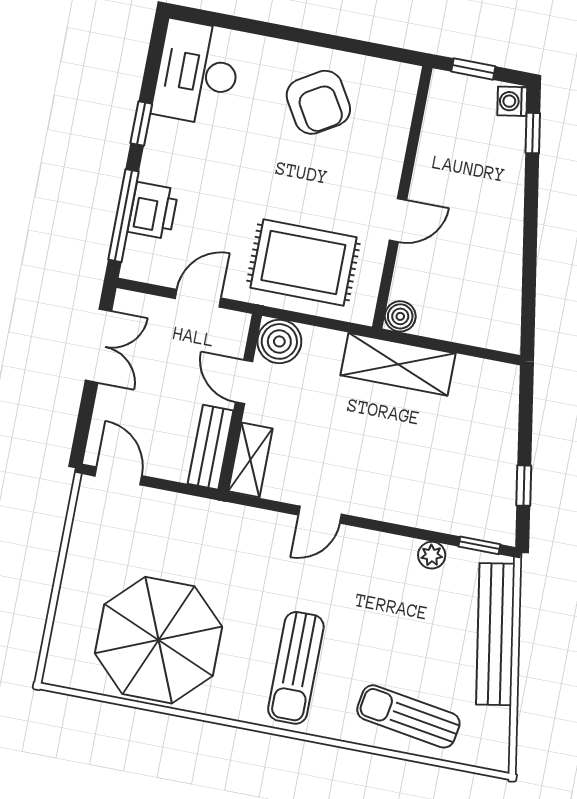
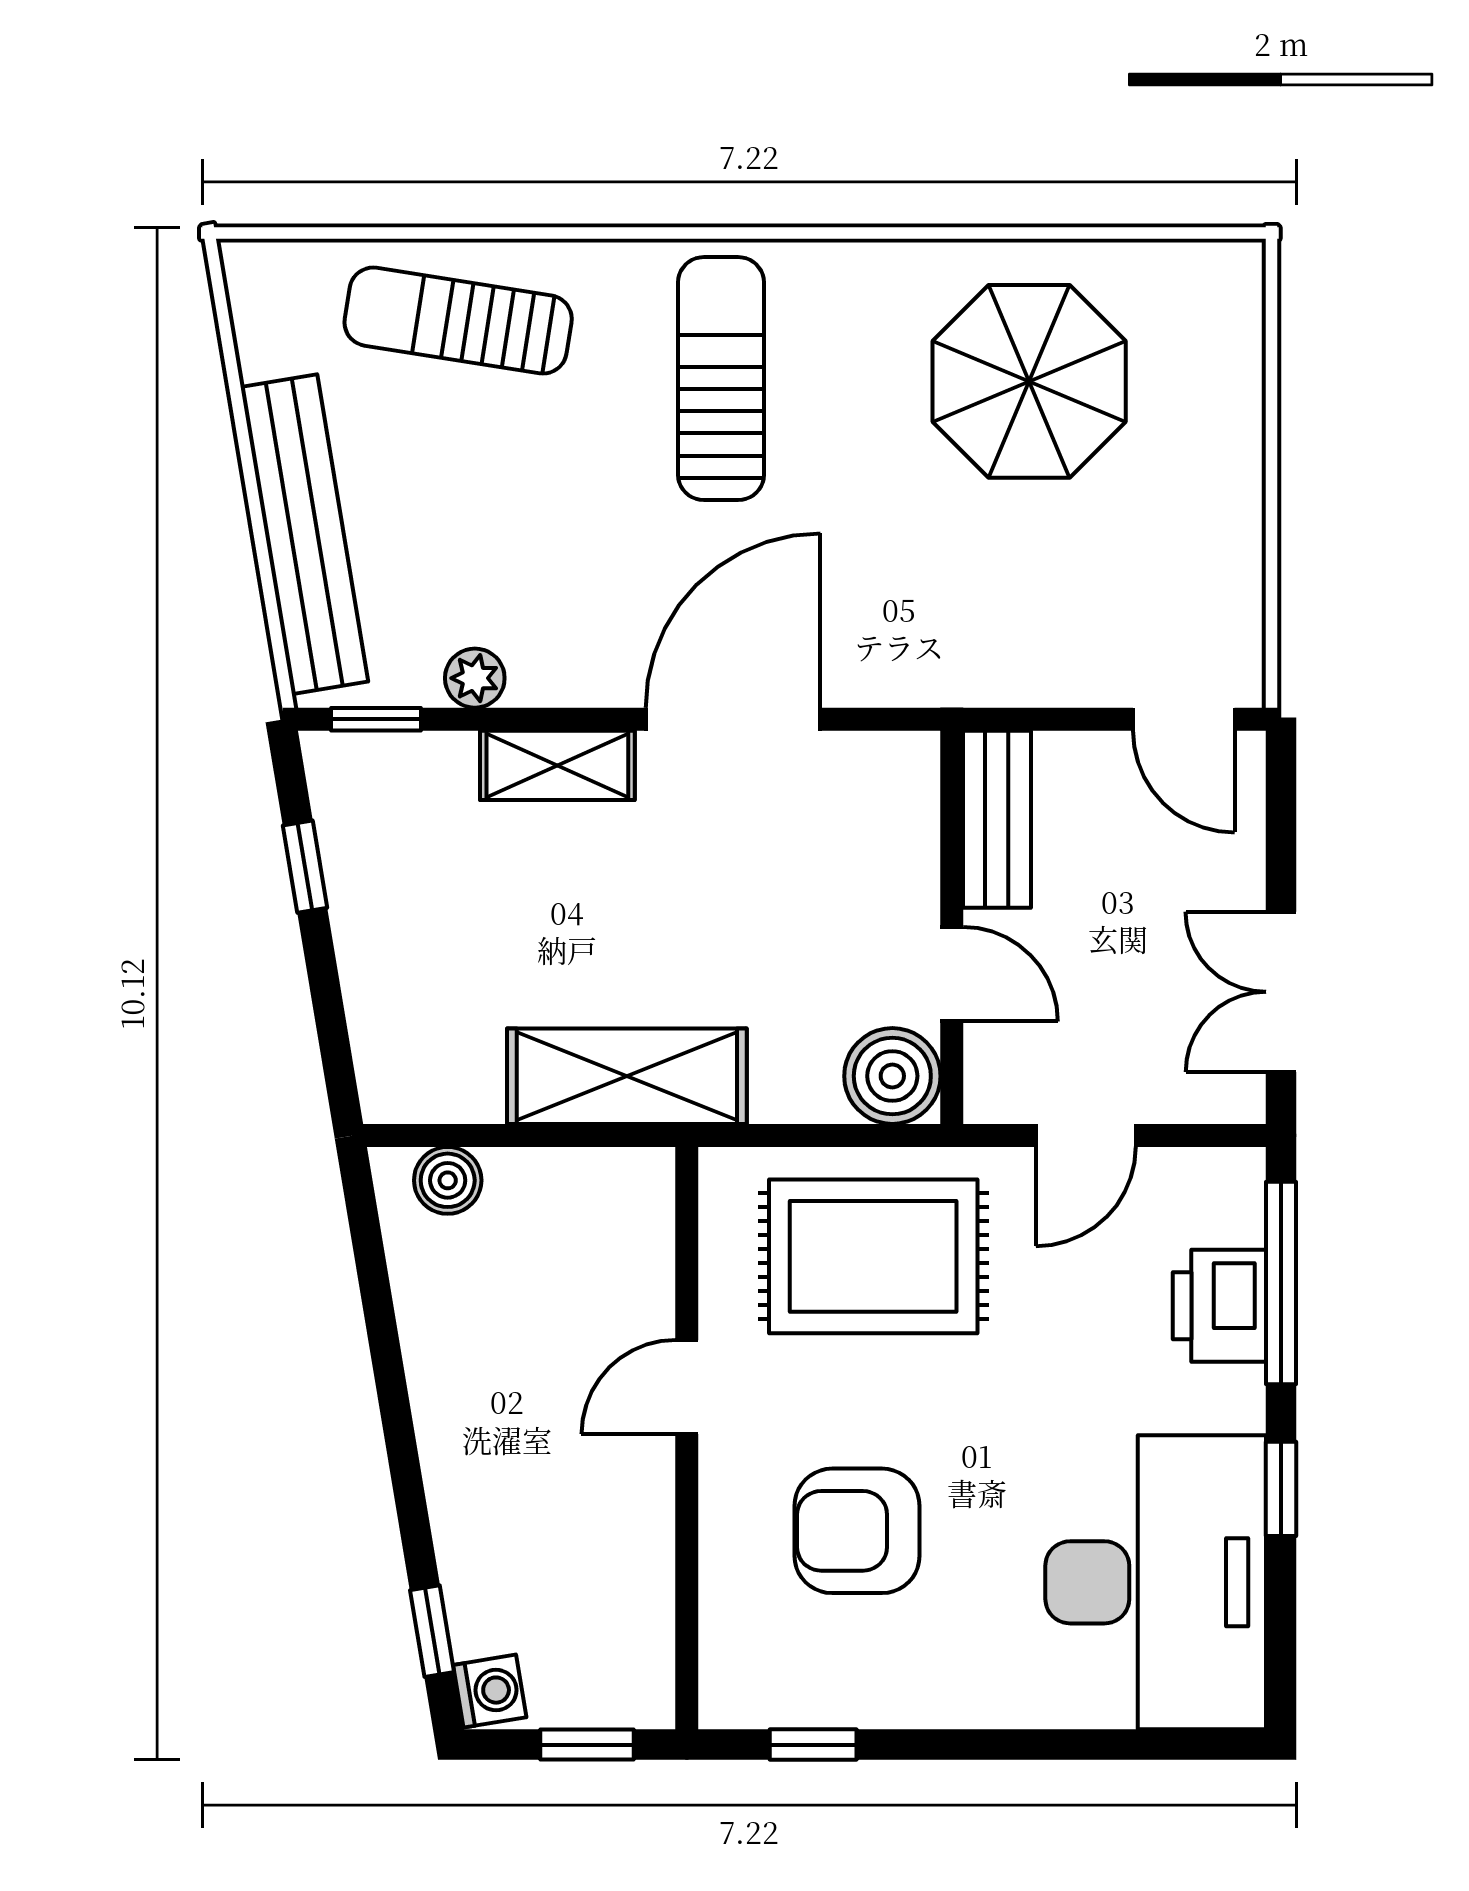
window: (372, 50) -> (813, 1745), added
desk: (197, 73) -> (1156, 1582), width x1.36, depth x1.30
armchair: (318, 102) -> (857, 1531), moved, turned -59
boiler: (400, 316) -> (448, 1180), moved
shelving: (250, 460) -> (557, 765), moved, turned 90
door: (320, 515) -> (733, 719), width x1.87
parasol: (158, 640) -> (1029, 381), width x0.73, depth x0.73
sun lounger: (408, 716) -> (458, 321), turned 180

